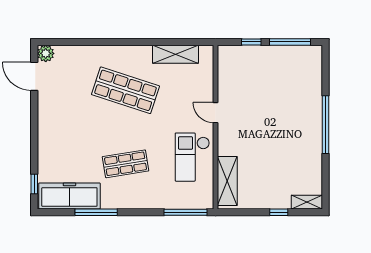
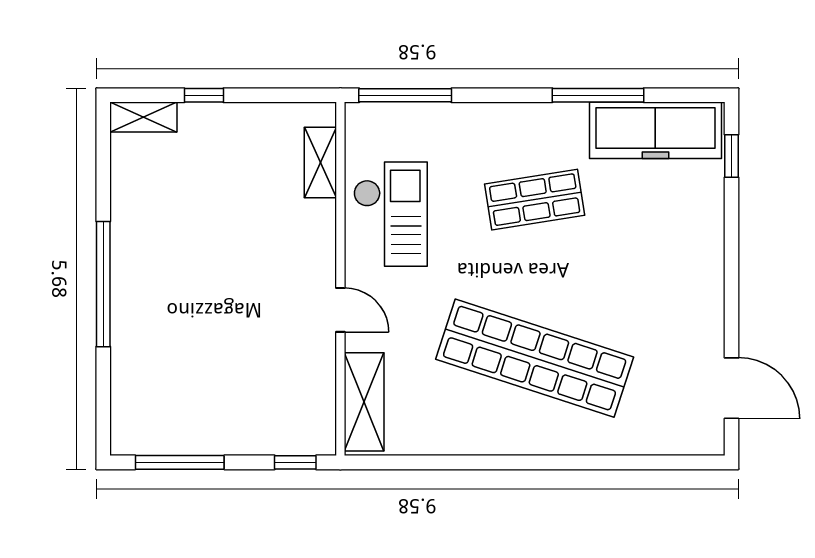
window: (251, 42) -> (295, 462), moved
plant: (46, 53) -> (707, 437), removed
shelving: (175, 54) -> (364, 402), moved, turned 90
shop shelf: (125, 90) -> (535, 358), width x1.40
shelving: (227, 181) -> (320, 162), width x0.67, depth x0.75

